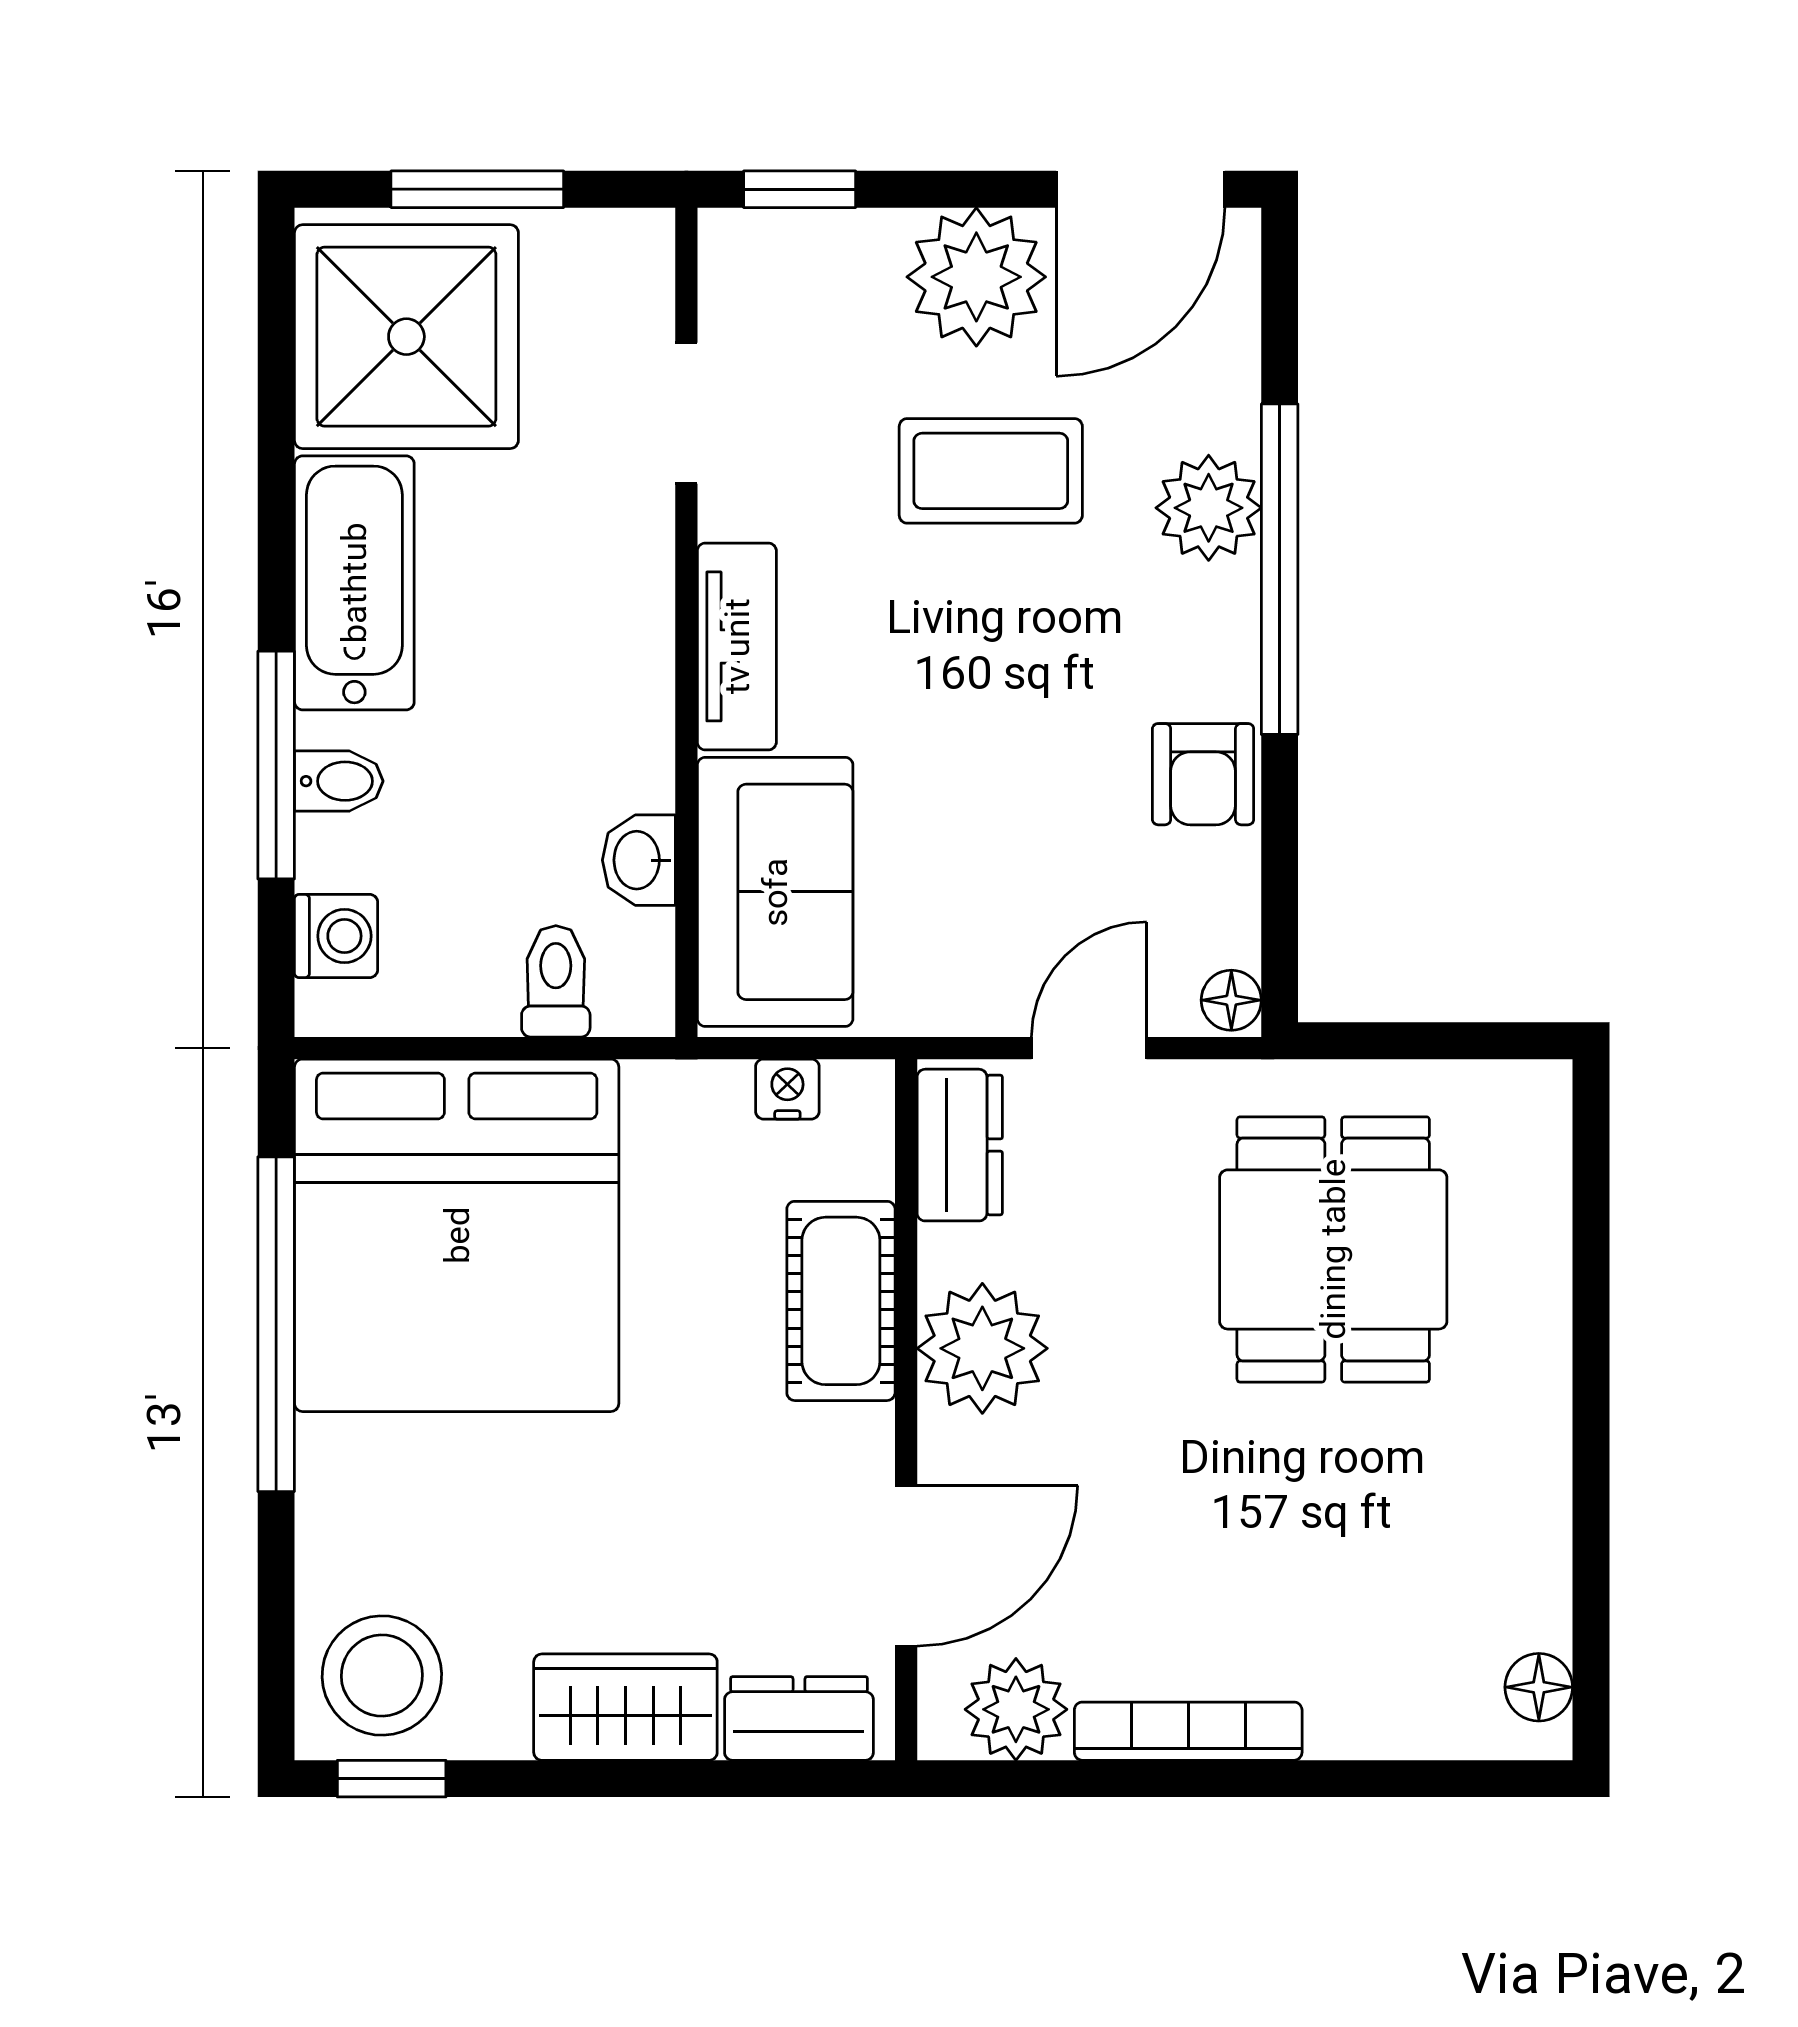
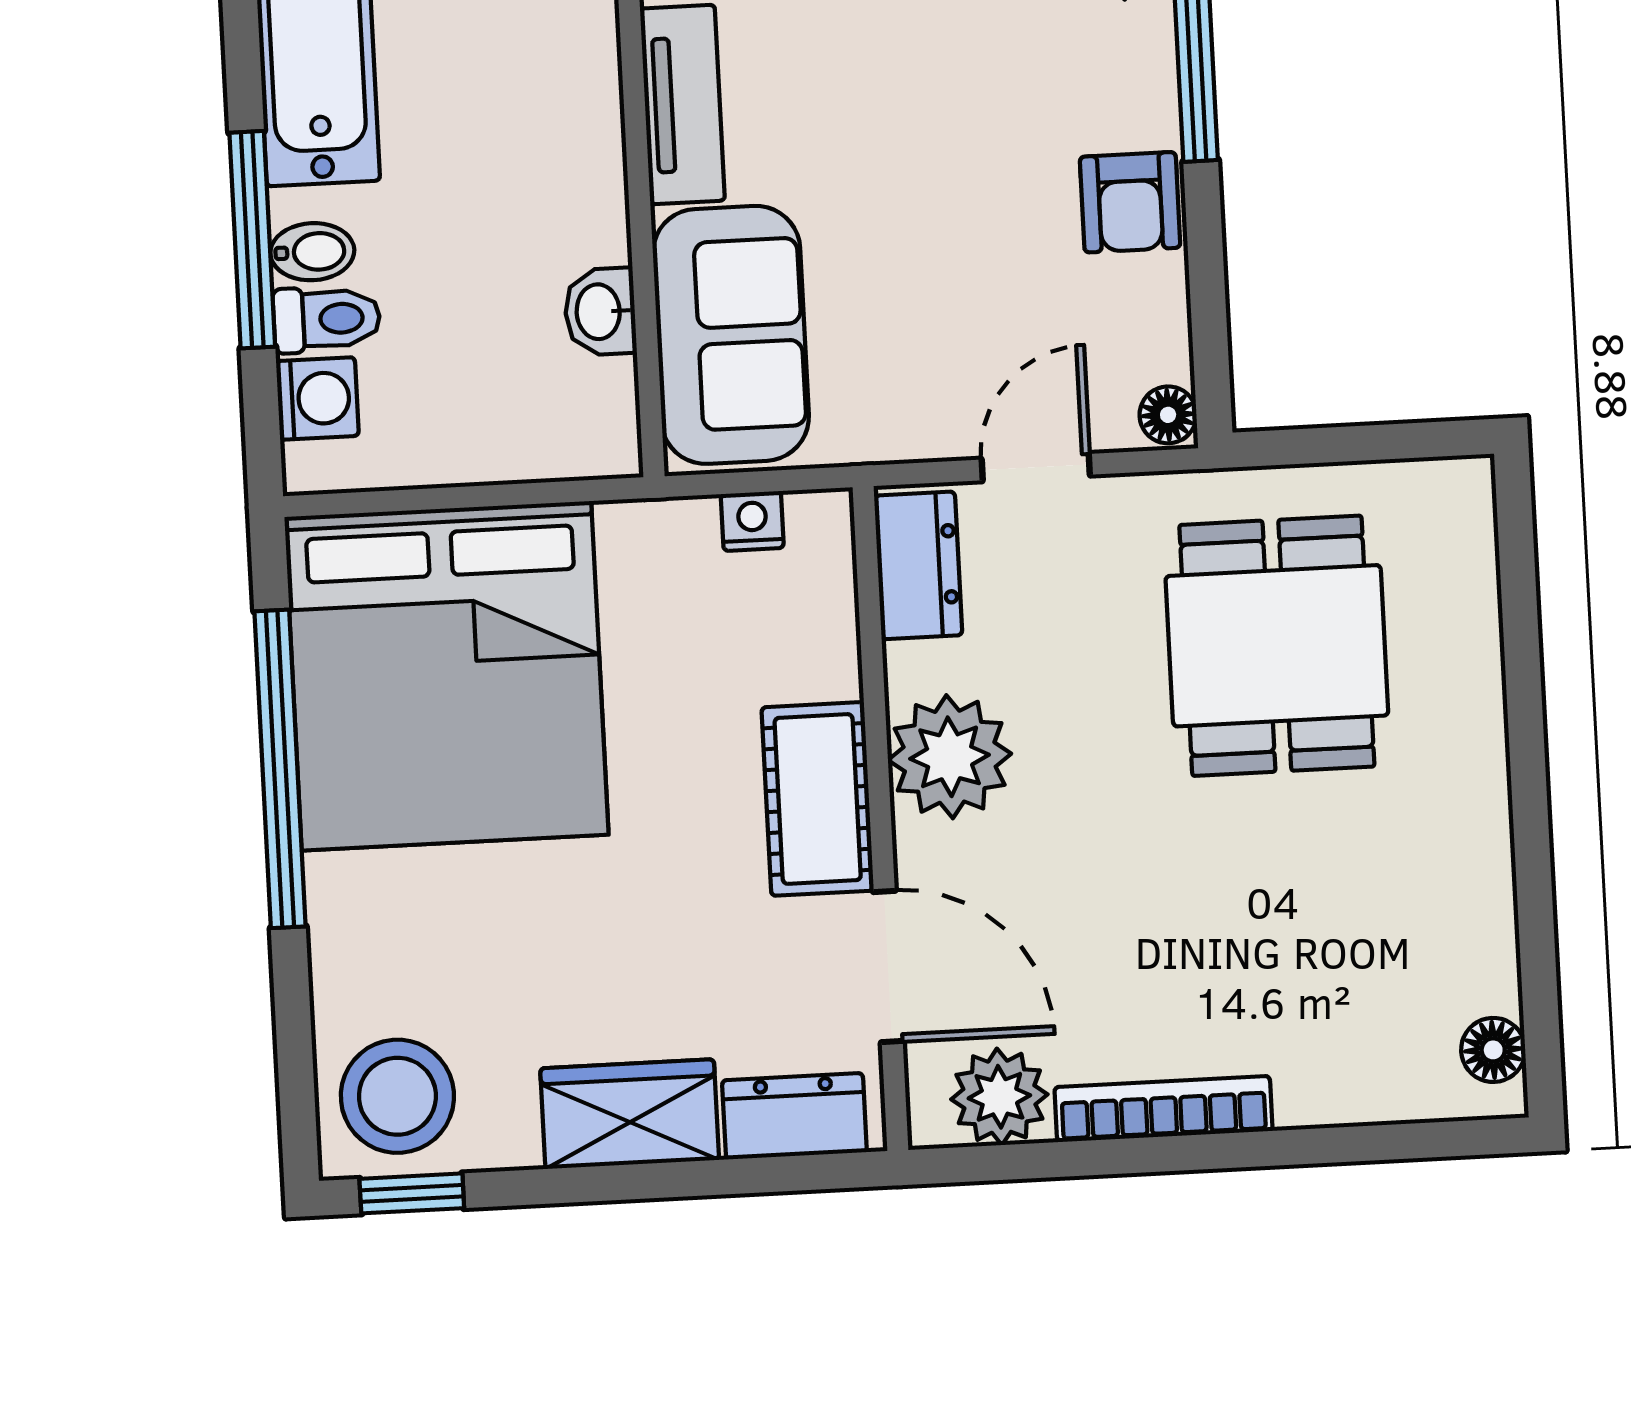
toilet: (556, 981) -> (327, 319), moved, turned 90
cot: (841, 1301) -> (818, 799), moved
door: (906, 1566) -> (888, 966), hinge flipped

